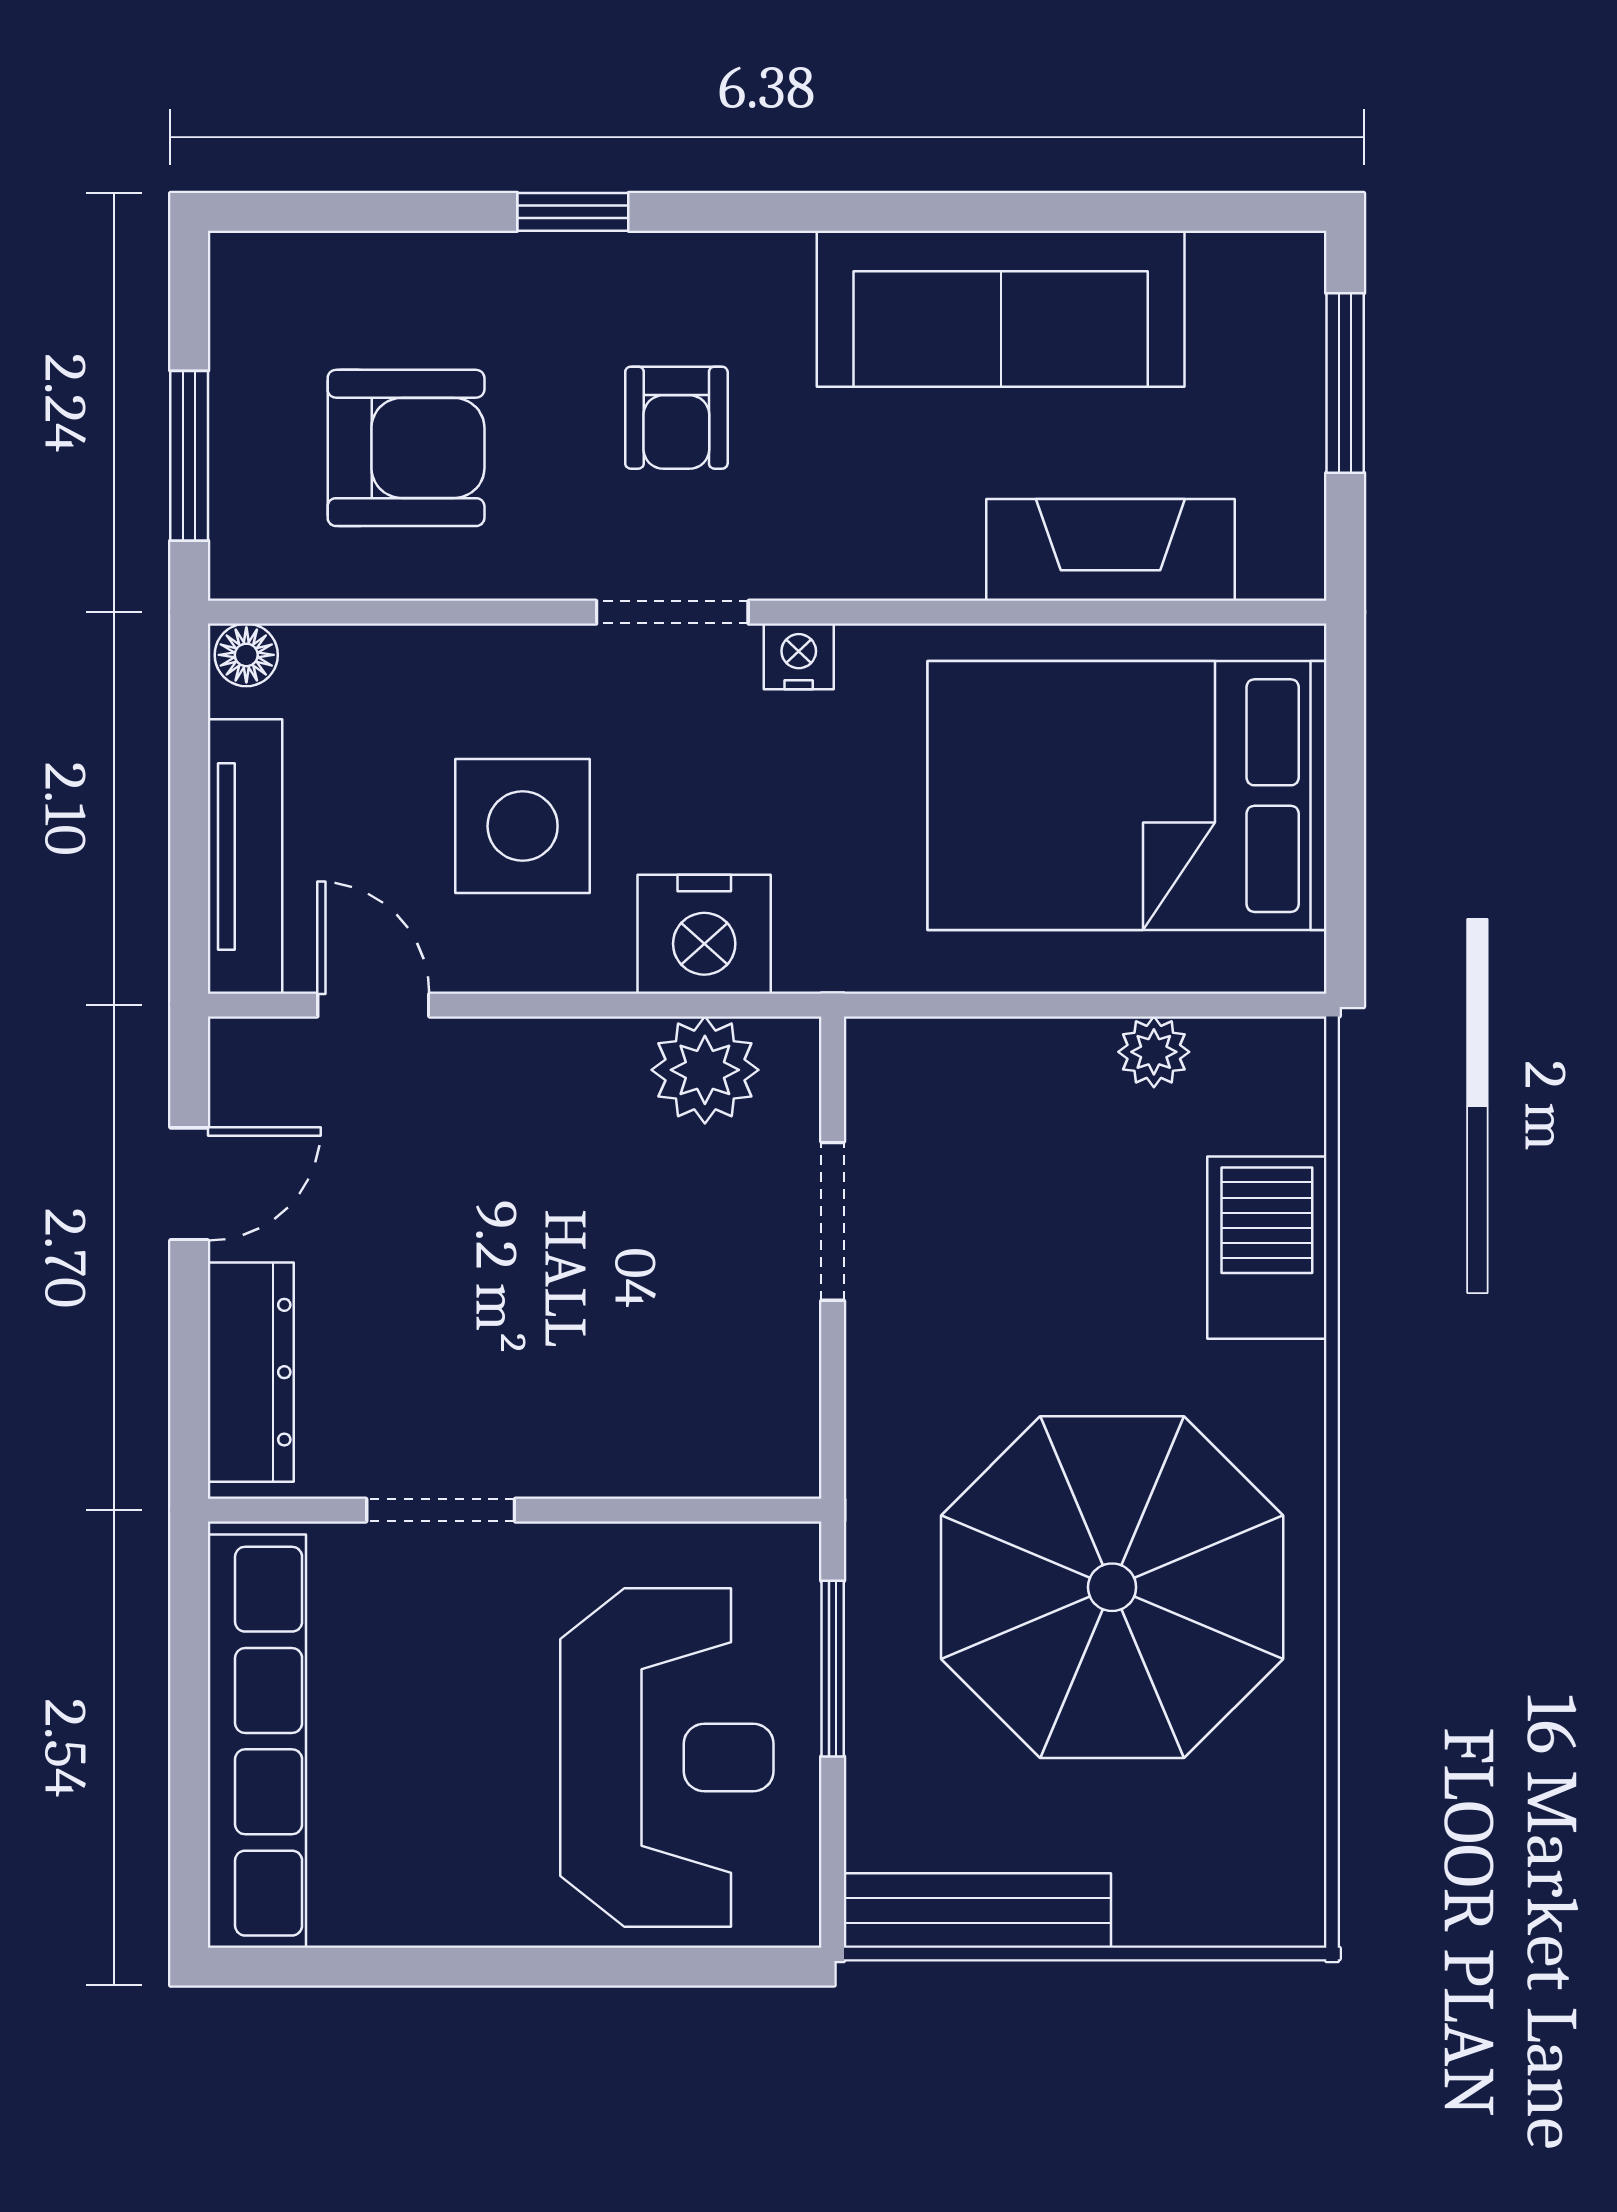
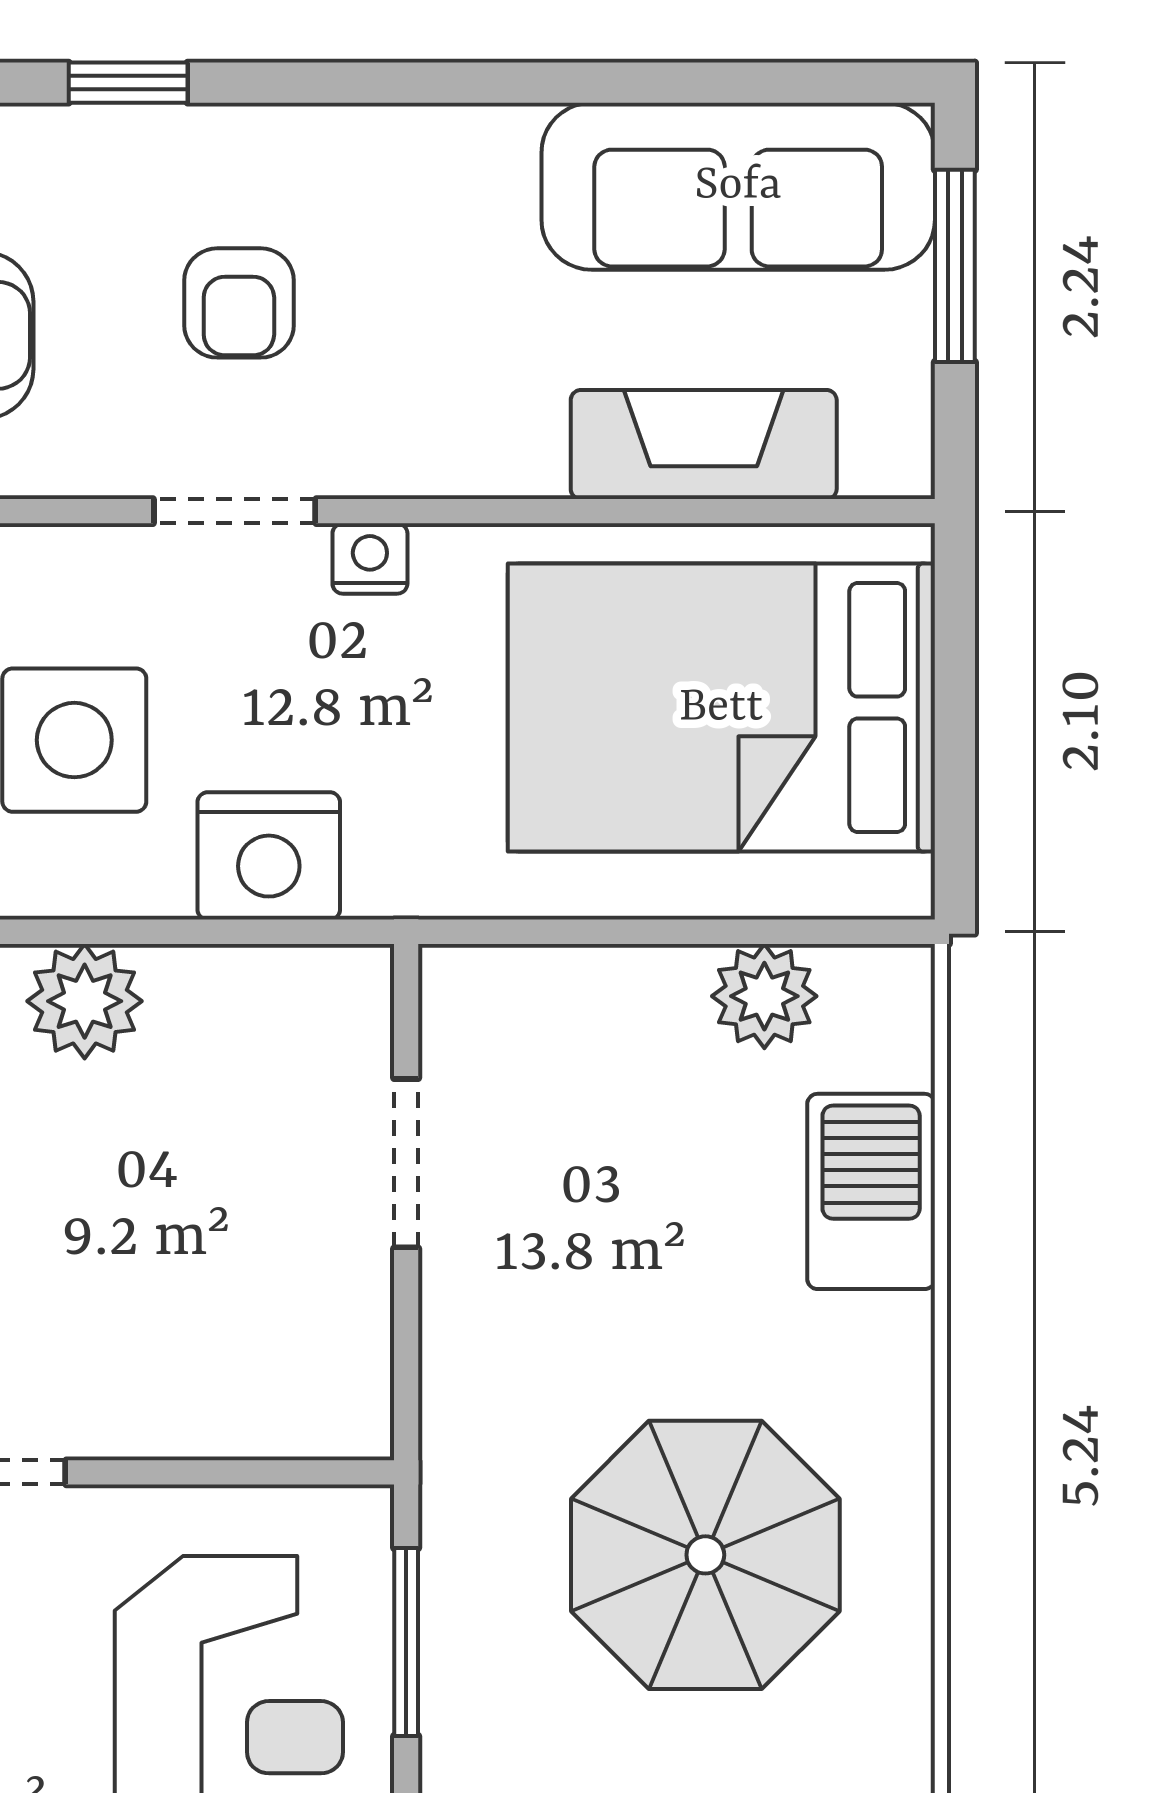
sofa: (1001, 309) -> (738, 186), moved
plant: (1154, 1052) -> (764, 996), width x1.38, depth x1.38
plant: (705, 1070) -> (85, 1001), moved
parasol: (1112, 1587) -> (705, 1555), width x0.73, depth x0.73

